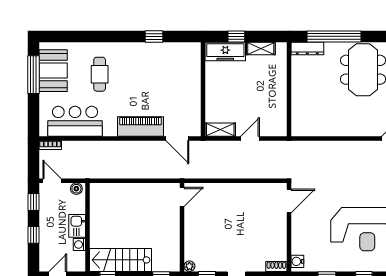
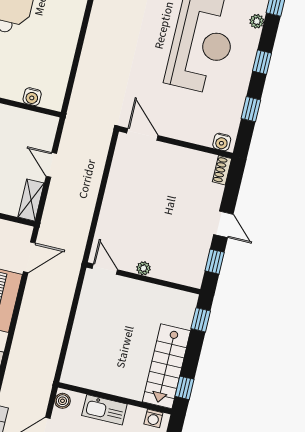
water cooler: (297, 112) -> (32, 97), added
kitchen sink: (77, 226) -> (104, 410), width x1.38
washing machine: (79, 244) -> (153, 418), moved
plant: (189, 266) -> (144, 268), moved

